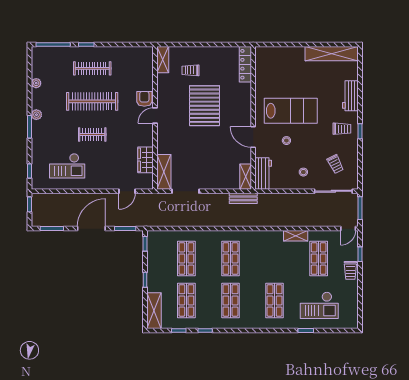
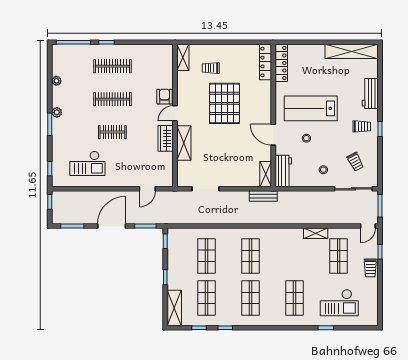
locker: (261, 65) -> (281, 63), added
clothes rail: (92, 101) -> (112, 99), width x0.73, depth x0.76
lab bench: (291, 111) -> (311, 108), turned 180
wardrobe: (145, 160) -> (166, 138), moved
shelving: (164, 172) -> (184, 143), moved

